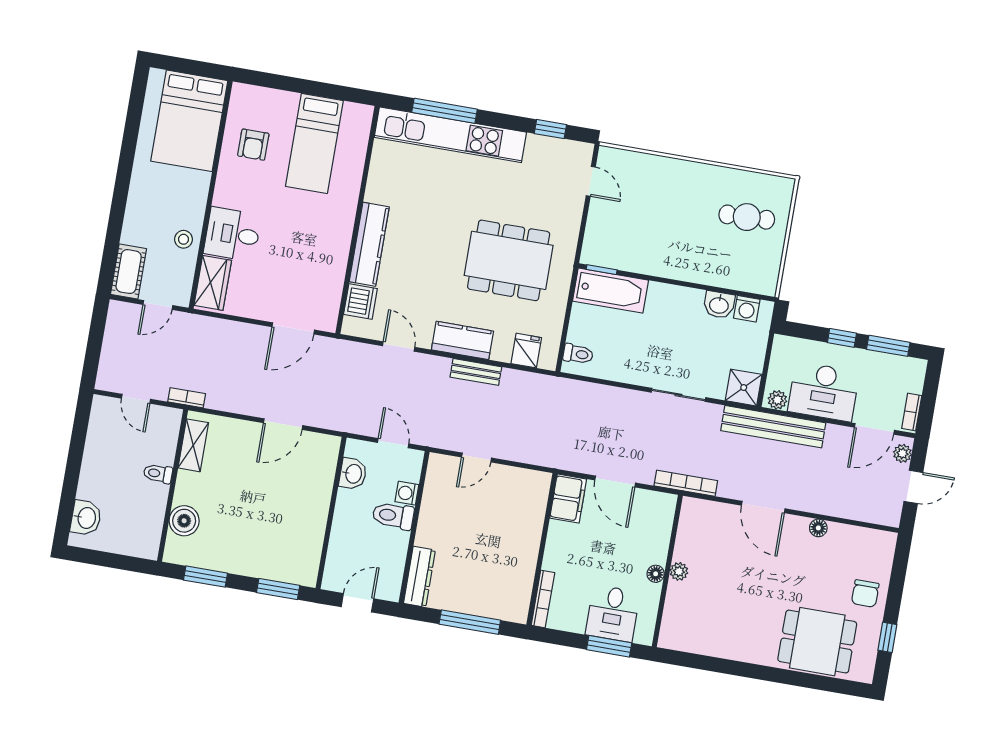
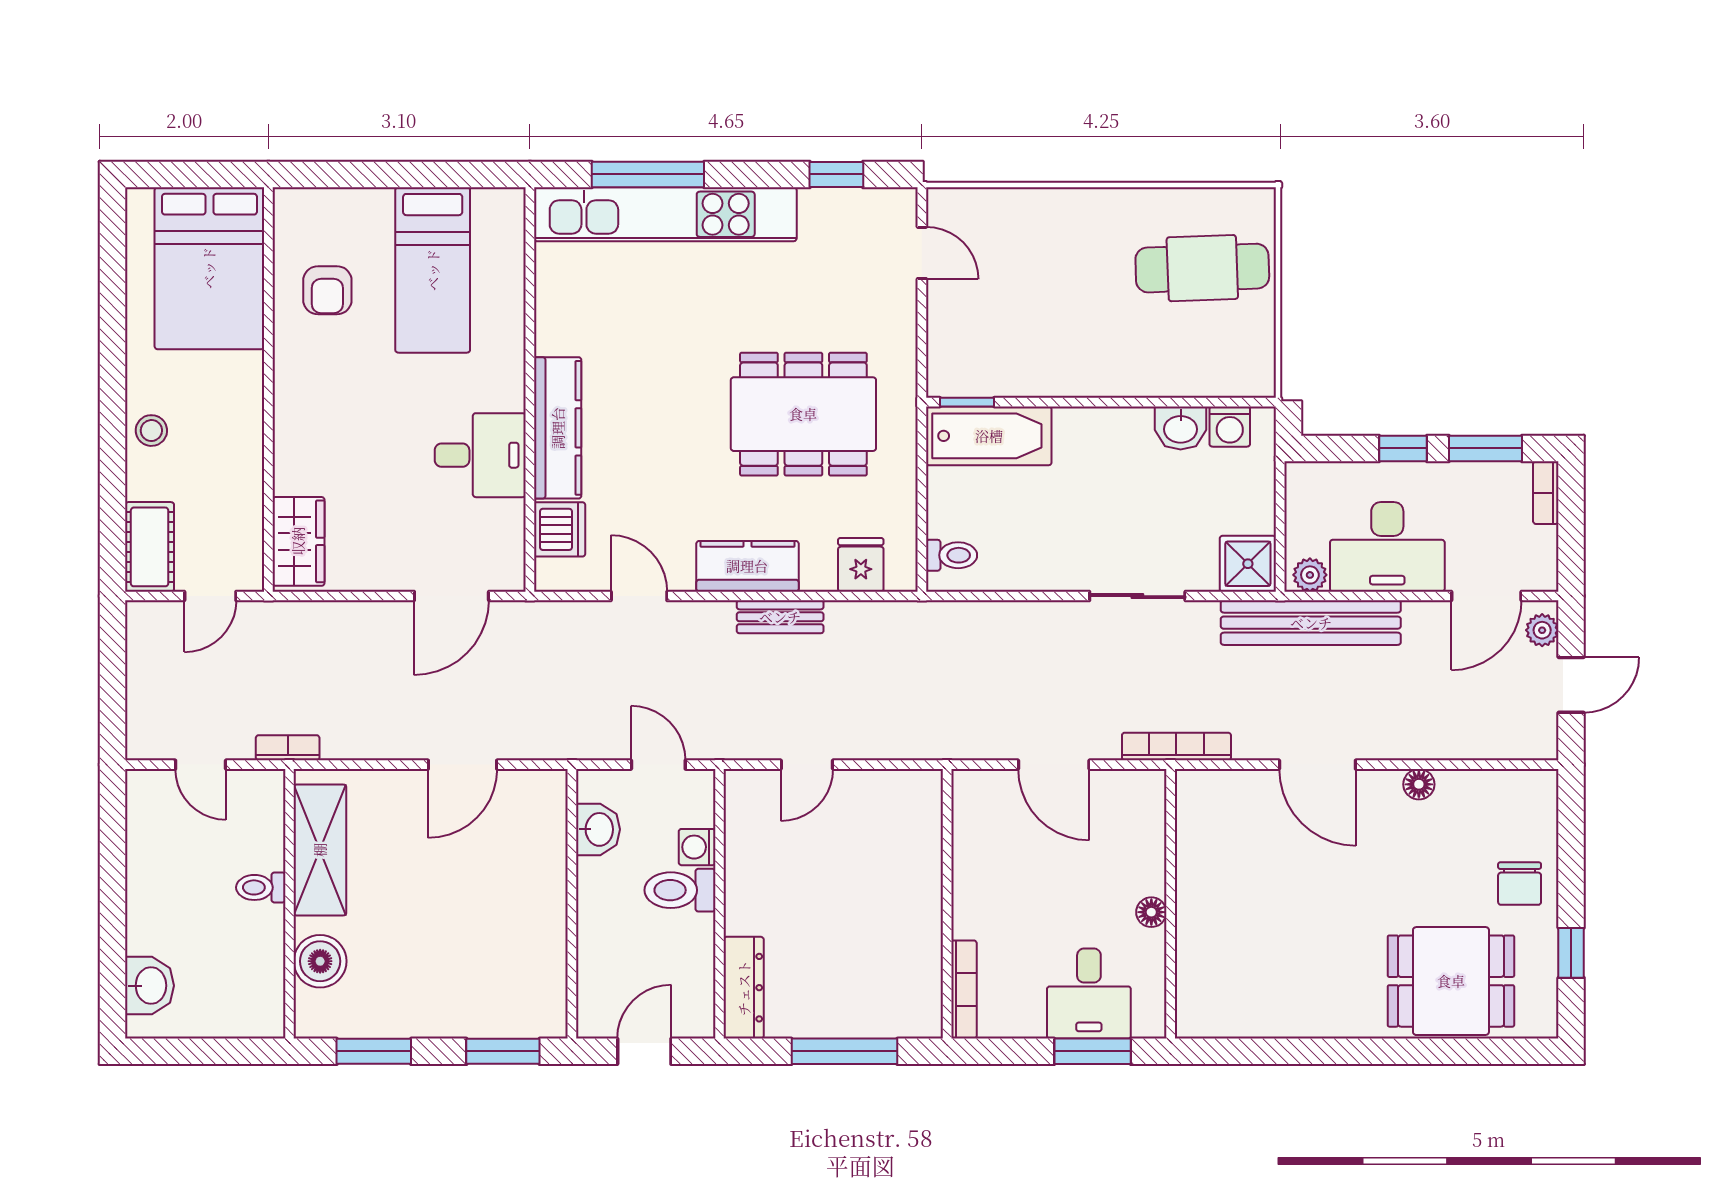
cafe table: (747, 217) -> (1202, 268), width x1.37, depth x1.35
desk: (232, 234) -> (480, 455), moved, turned 180
stool: (183, 239) -> (151, 431), moved
bookcase: (912, 412) -> (1546, 493), moved
shelving: (193, 445) -> (320, 850), width x1.50, depth x1.33
filing cabinet: (568, 499) -> (978, 808), removed
plant: (679, 571) -> (1191, 901), removed

